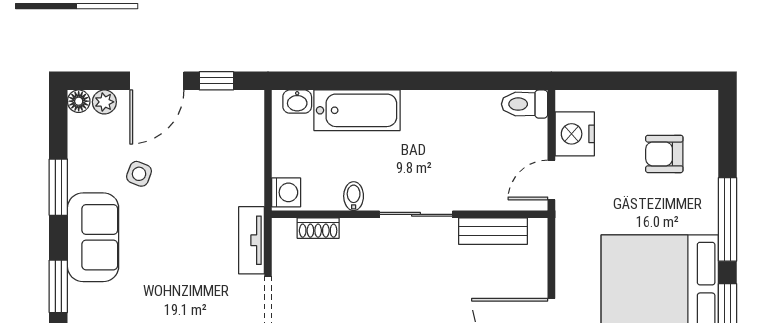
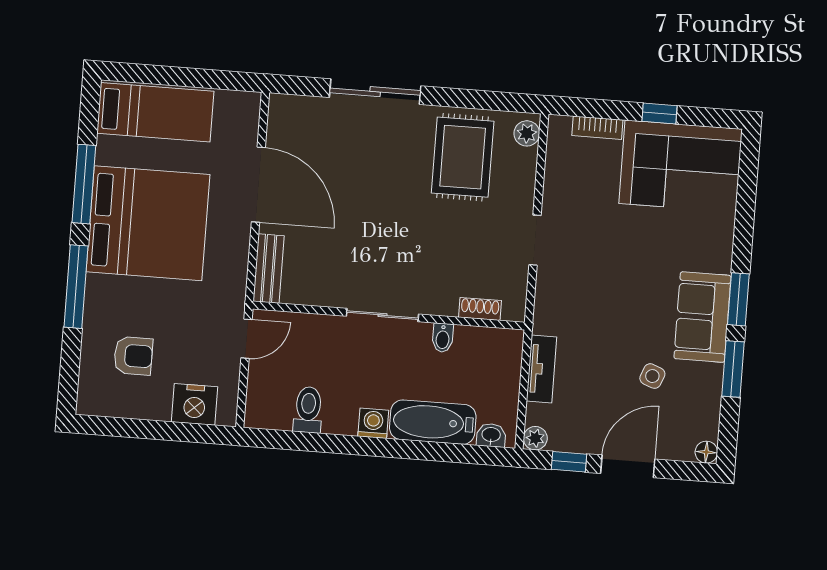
plant: (104, 102) -> (535, 438), moved
toilet: (525, 104) -> (308, 410), moved, turned -90
nightstand: (575, 134) -> (194, 404), moved, turned 90
washing machine: (286, 192) -> (373, 423), moved, turned 90
bench: (493, 231) -> (269, 269), moved, turned 90
tv unit: (251, 240) -> (541, 369), moved
window: (58, 286) -> (738, 299), moved

